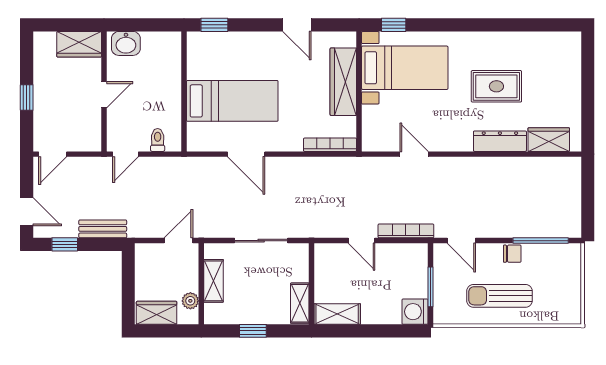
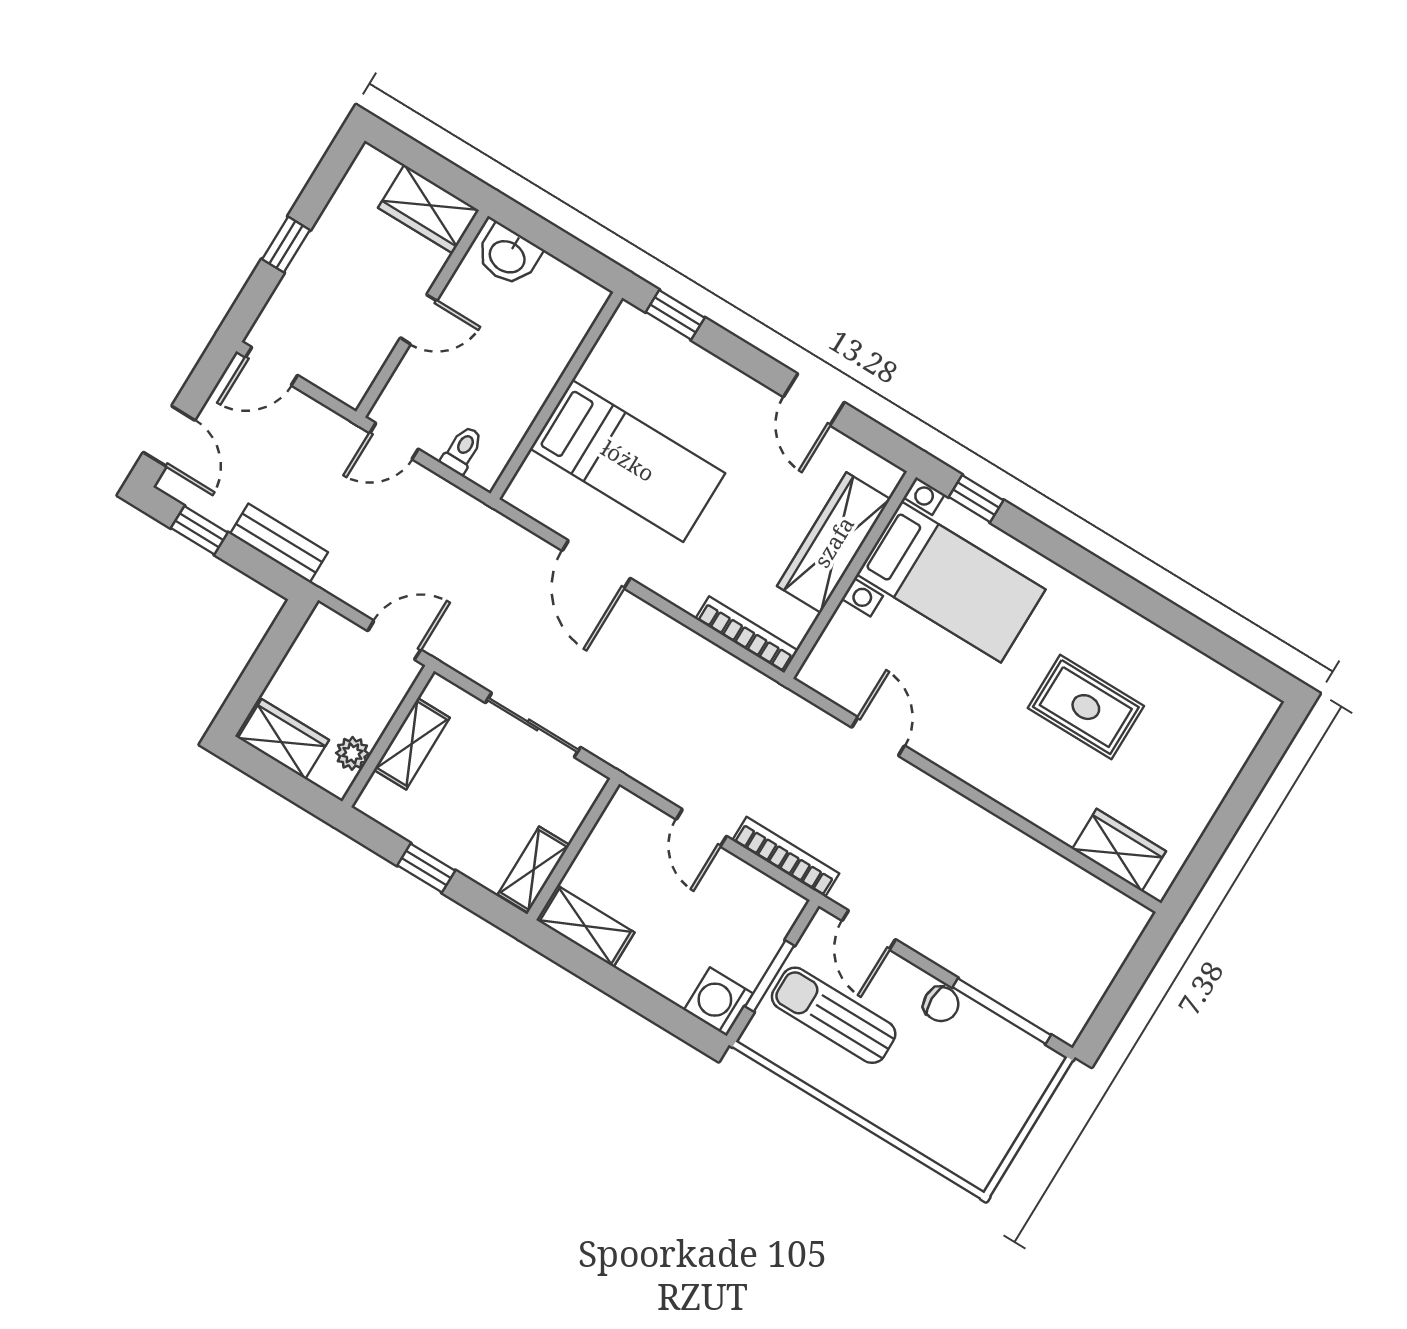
dresser: (500, 141) -> (1035, 803), removed
sun lounger: (500, 296) -> (834, 1015), moved

